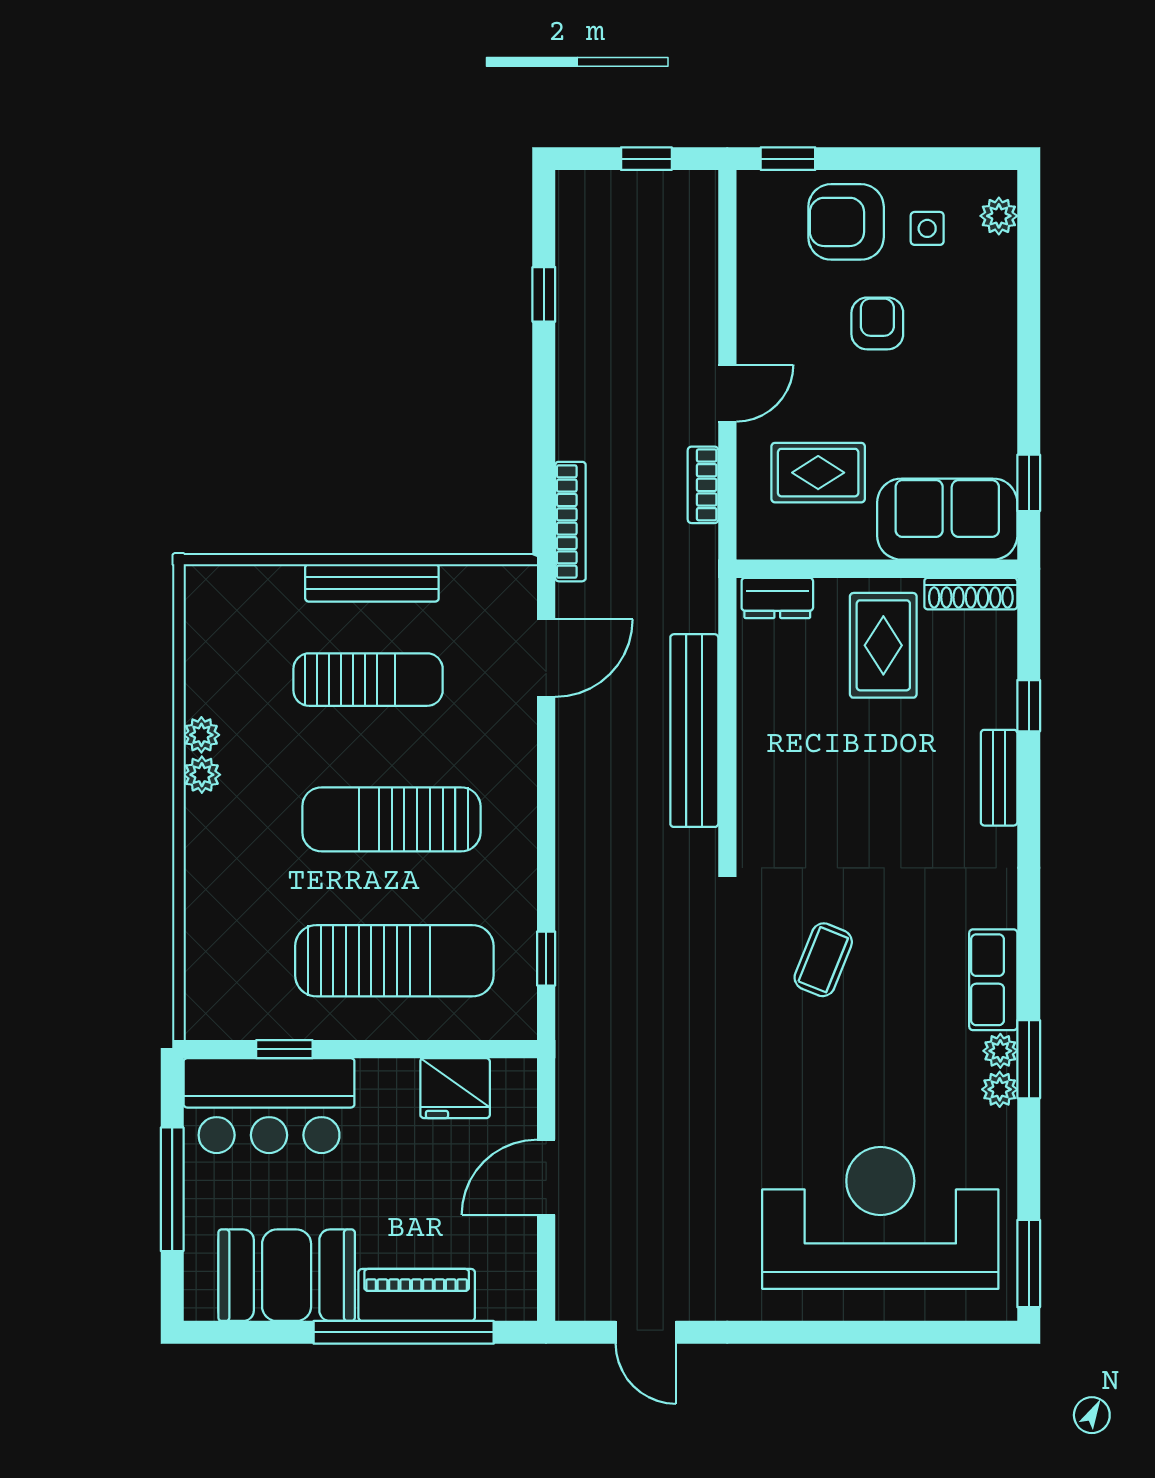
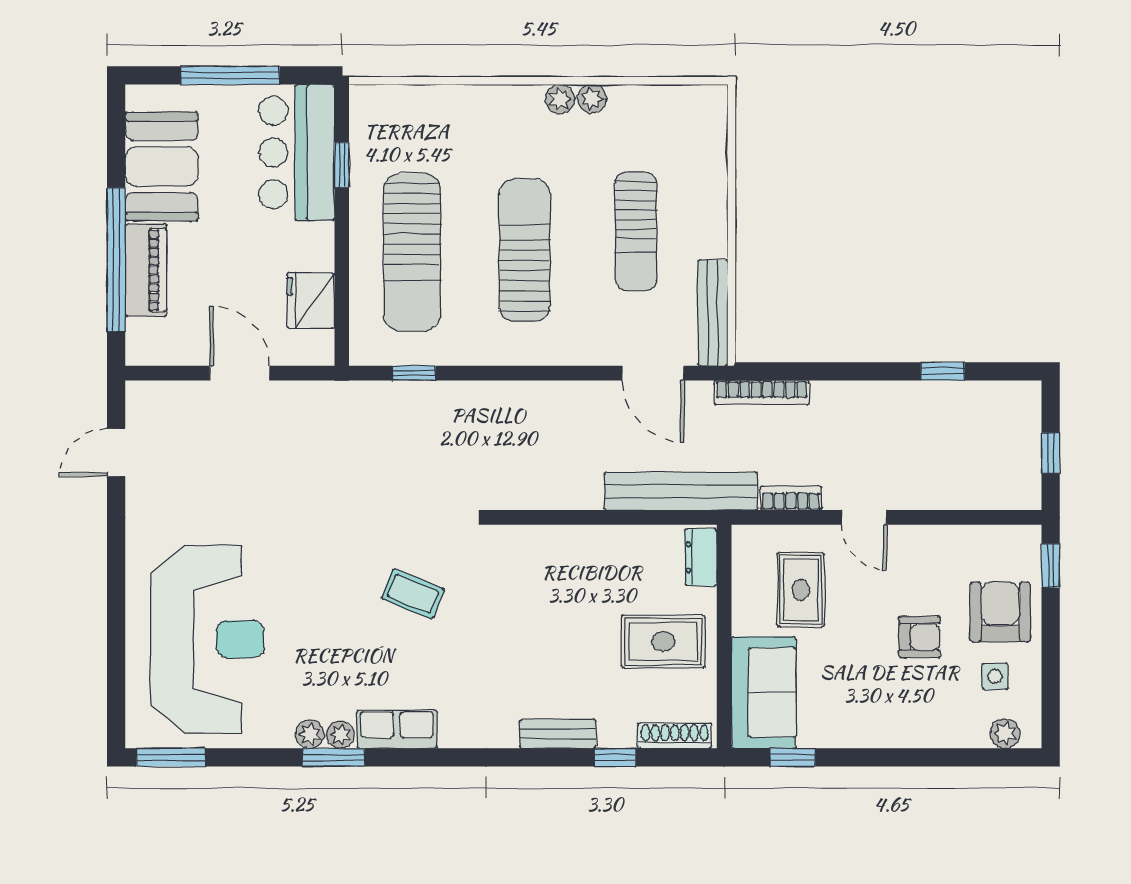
bench: (372, 583) -> (713, 313), moved
shoe rack: (971, 594) -> (675, 736), moved, turned 90
bench: (694, 731) -> (681, 491), moved

